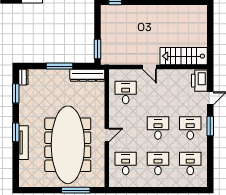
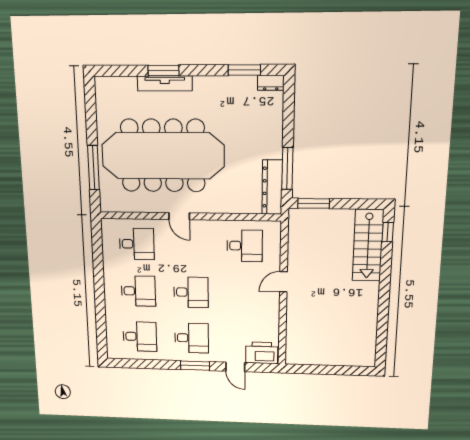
stairs: (184, 56) -> (368, 245), moved, turned 180
window: (60, 66) -> (287, 169), moved
window: (16, 132) -> (163, 70), moved

